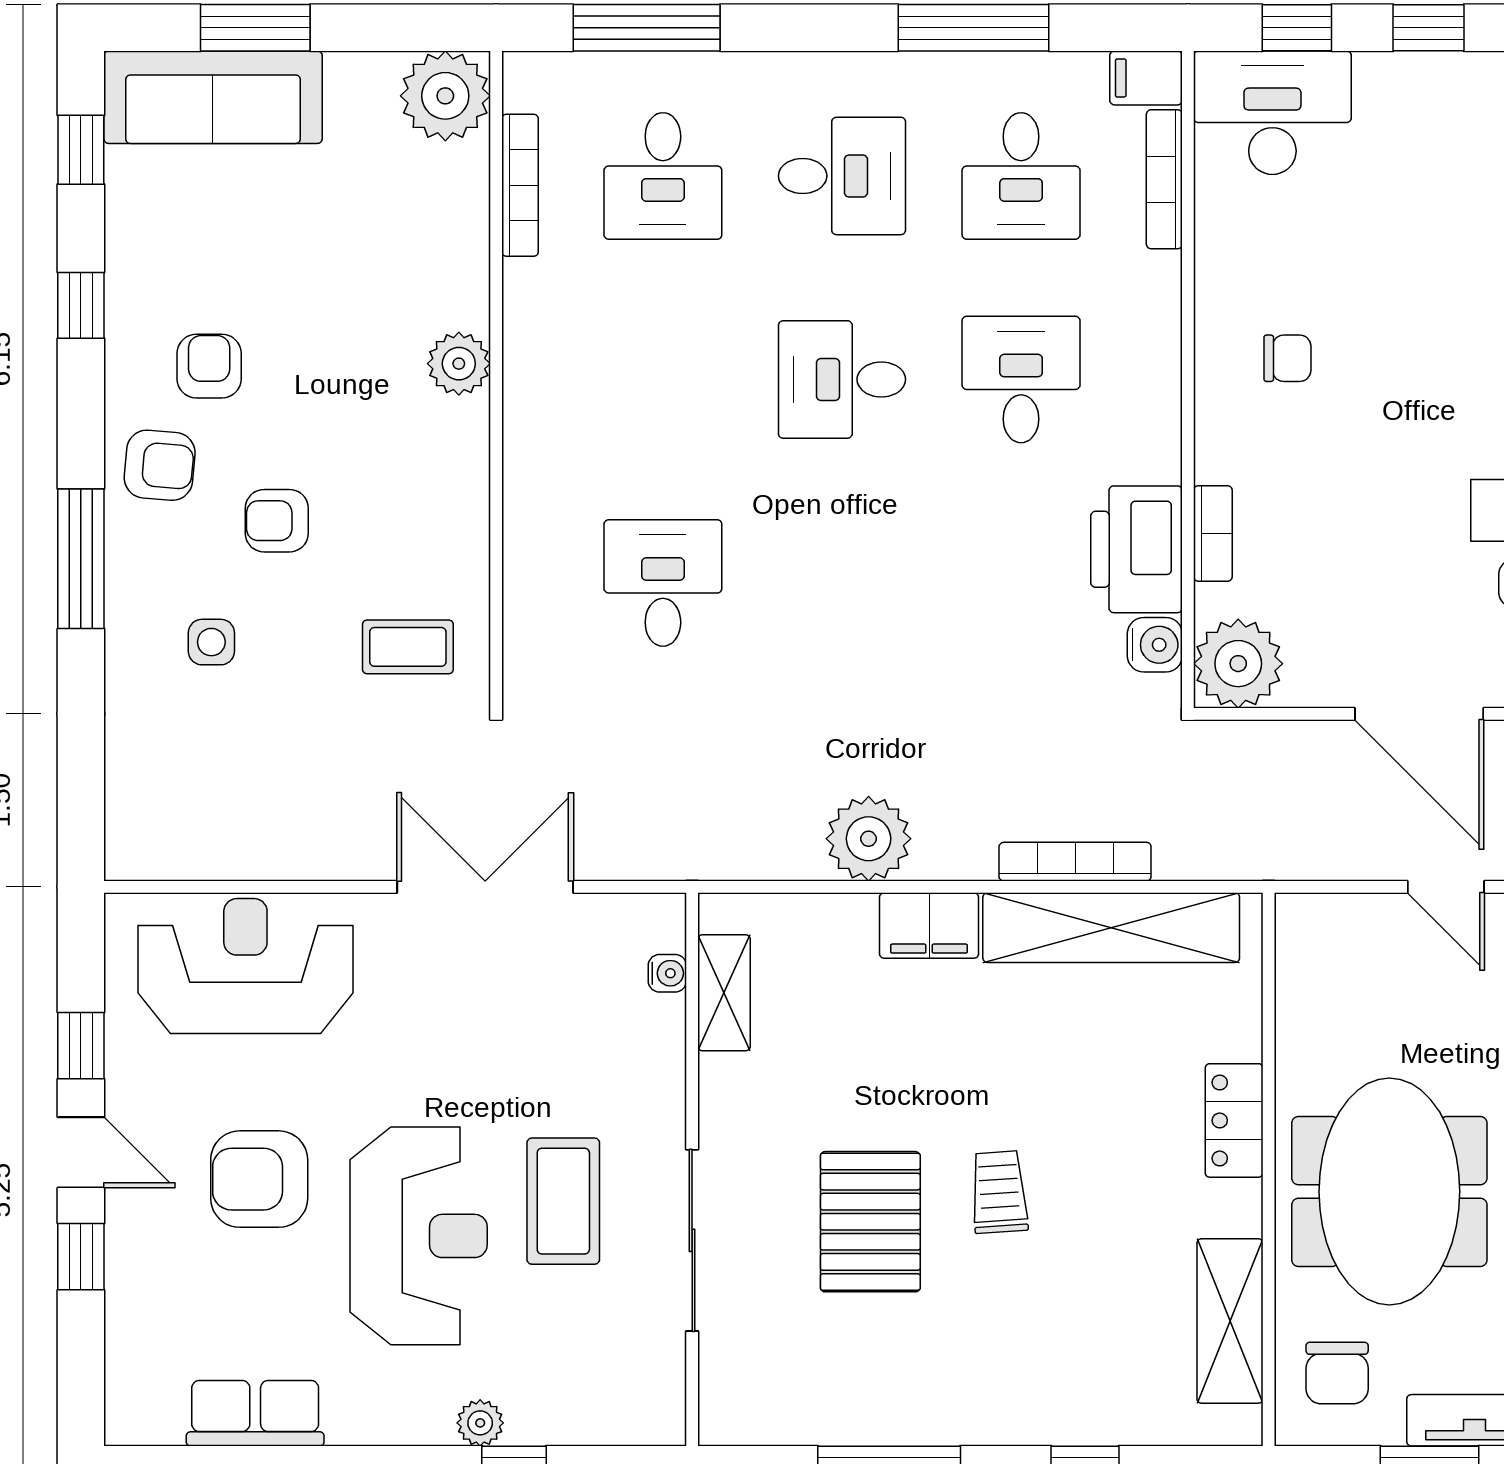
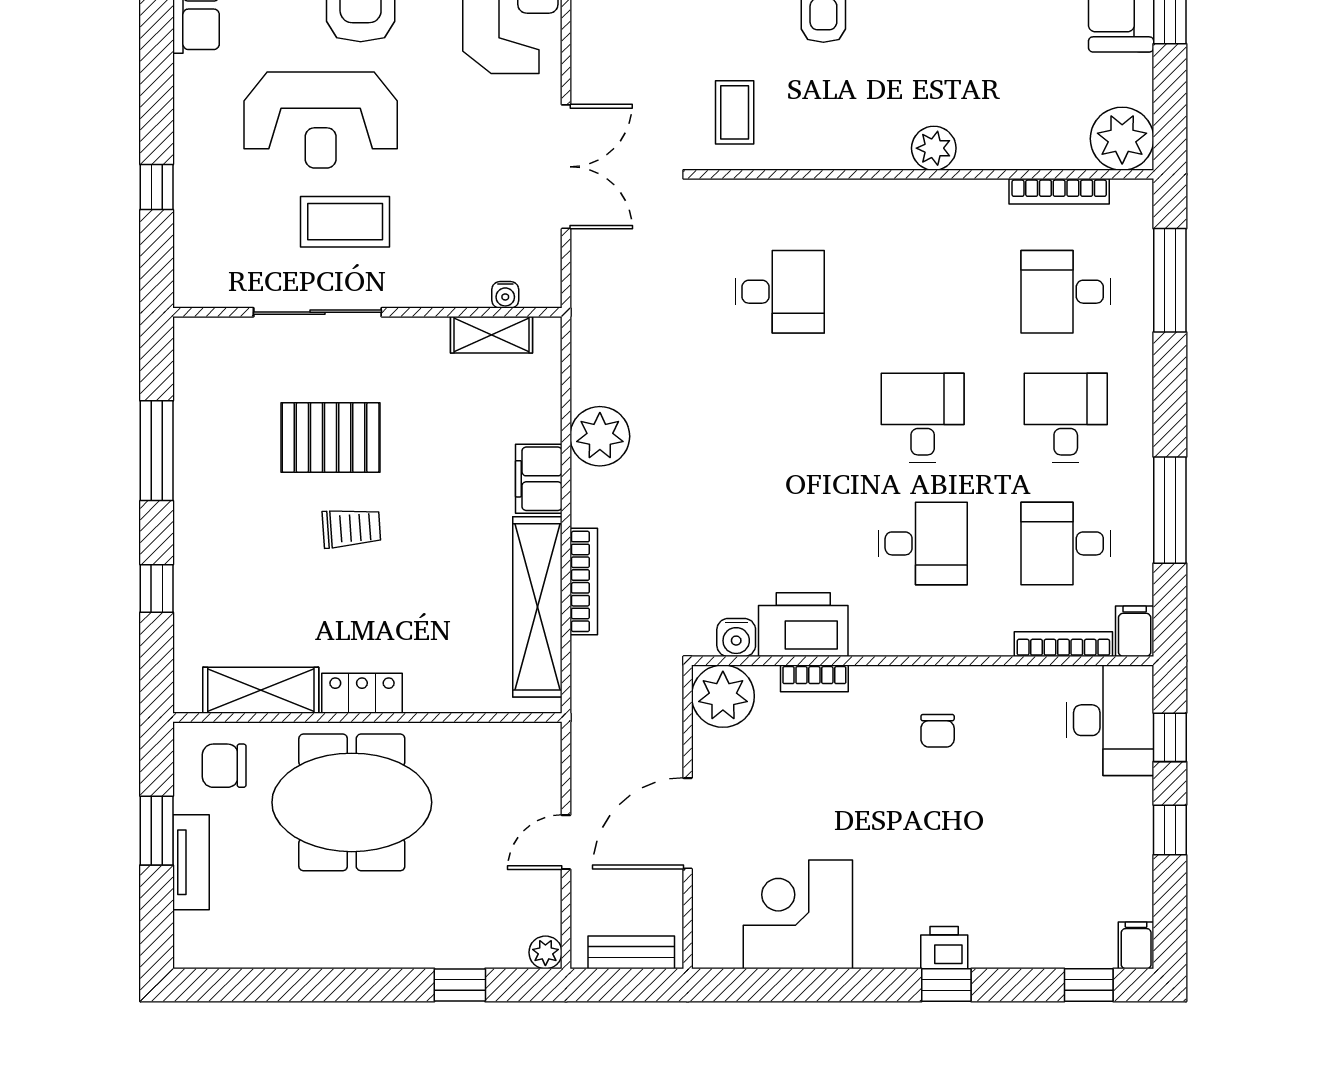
desk: (842, 176) -> (1066, 418), turned 180
locker: (1234, 1120) -> (362, 693), moved
plant: (480, 1423) -> (189, 163), removed

